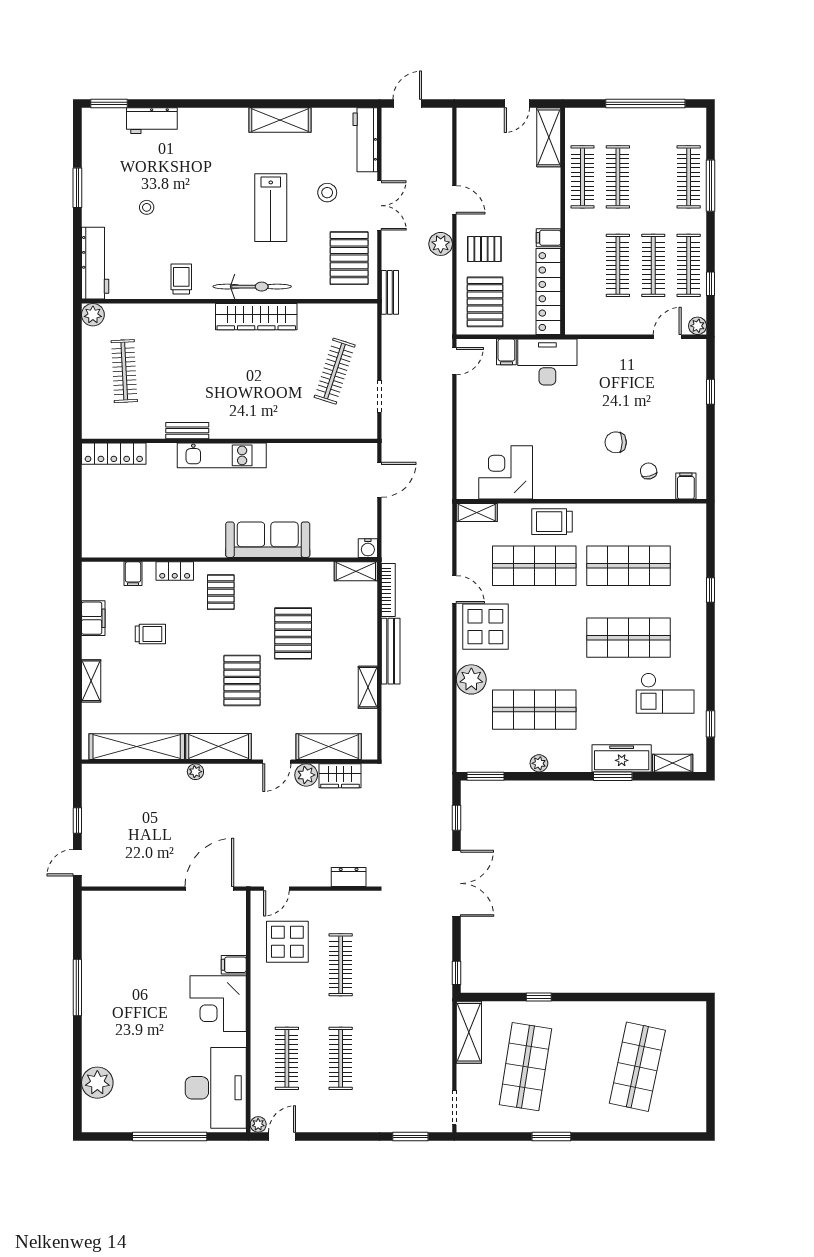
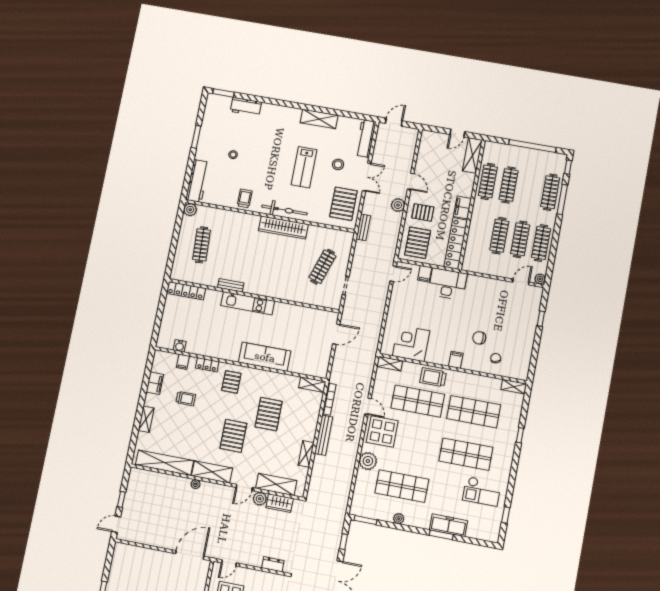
filing cabinet: (548, 238) -> (462, 207), width x2.00
window: (711, 284) -> (568, 167), moved
filing cabinet: (686, 486) -> (456, 360), moved
water cooler: (368, 548) -> (180, 346), moved
shelving: (673, 763) -> (514, 387), moved

